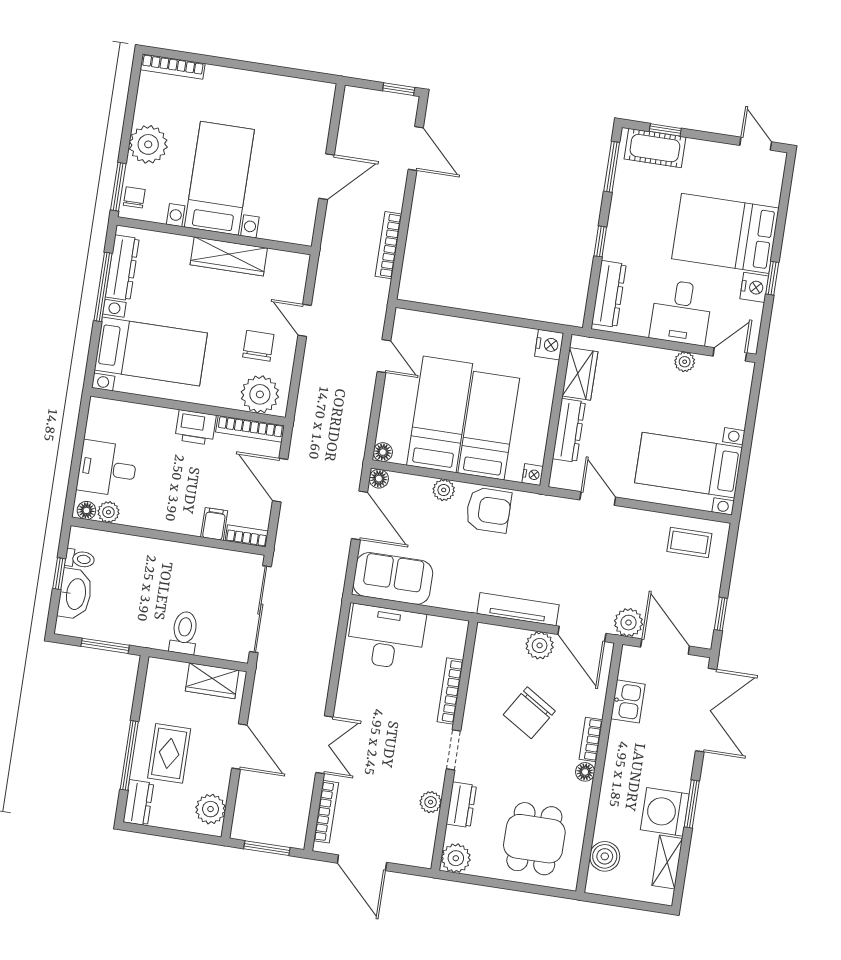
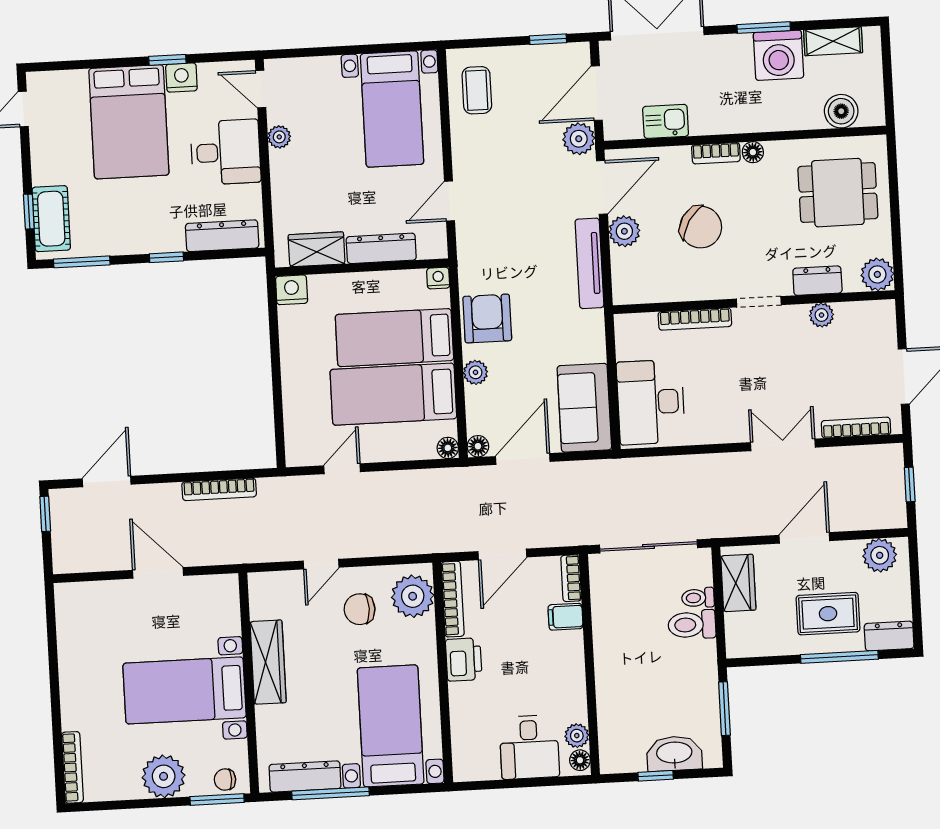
toilet: (80, 559) -> (698, 598), moved, turned -90
window: (267, 848) -> (910, 484), width x0.67

